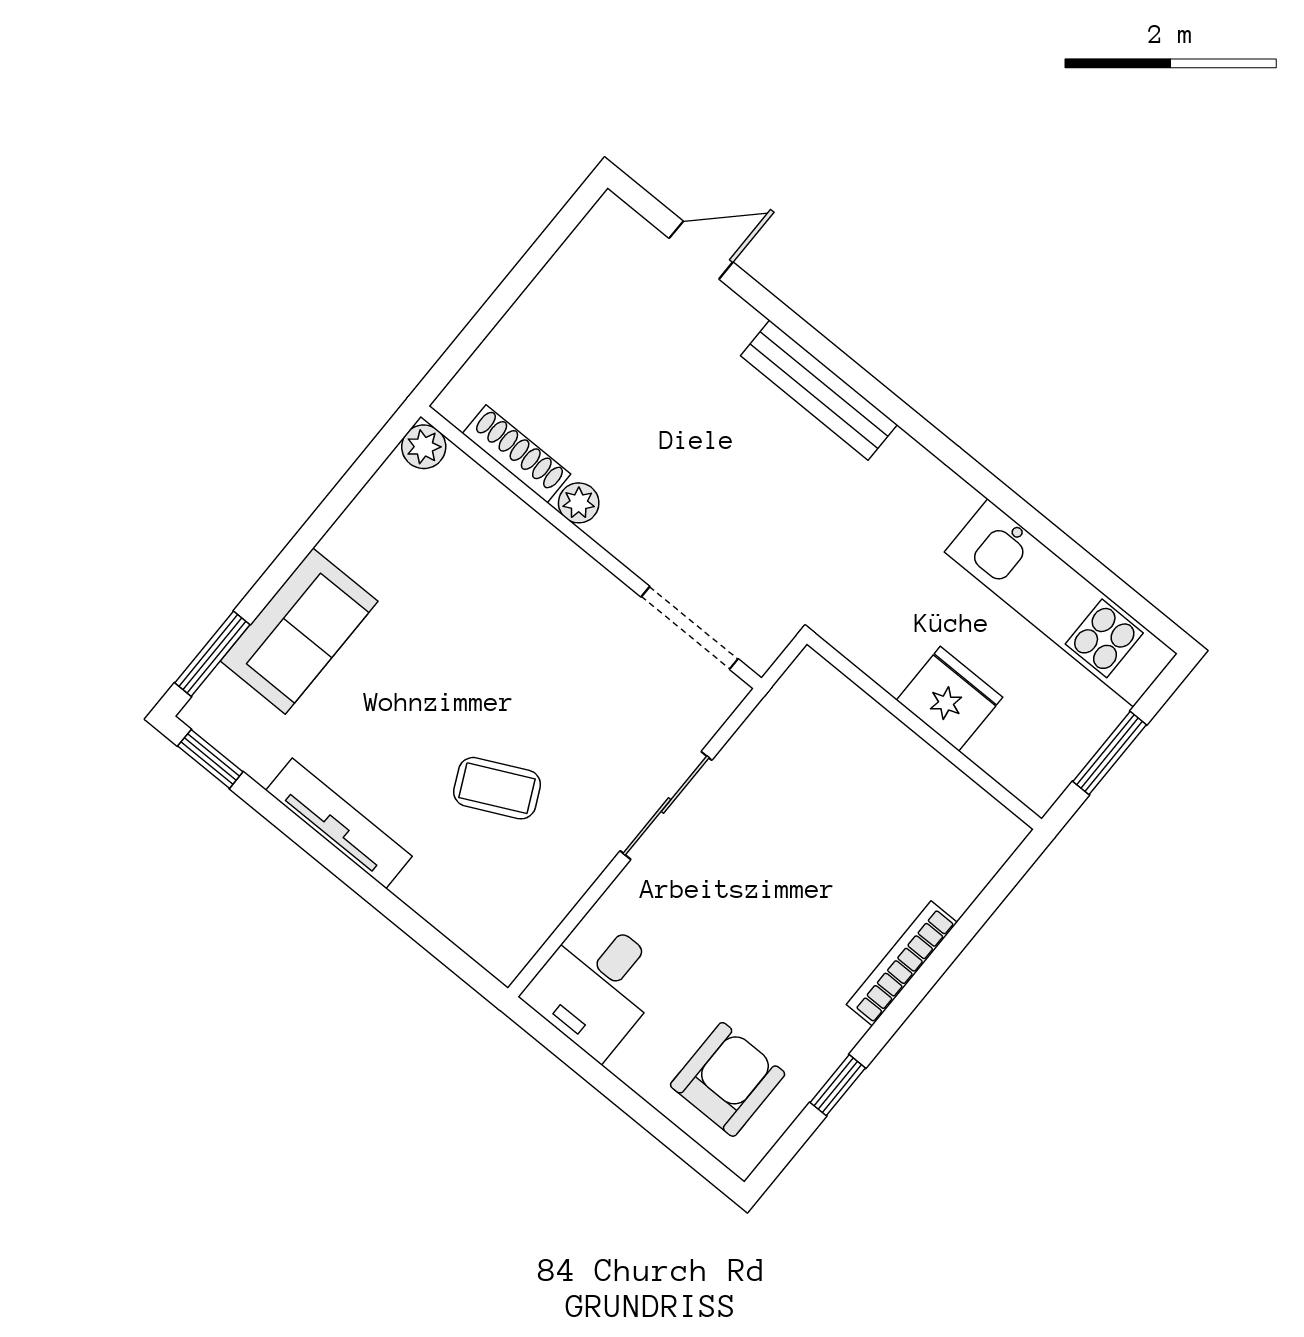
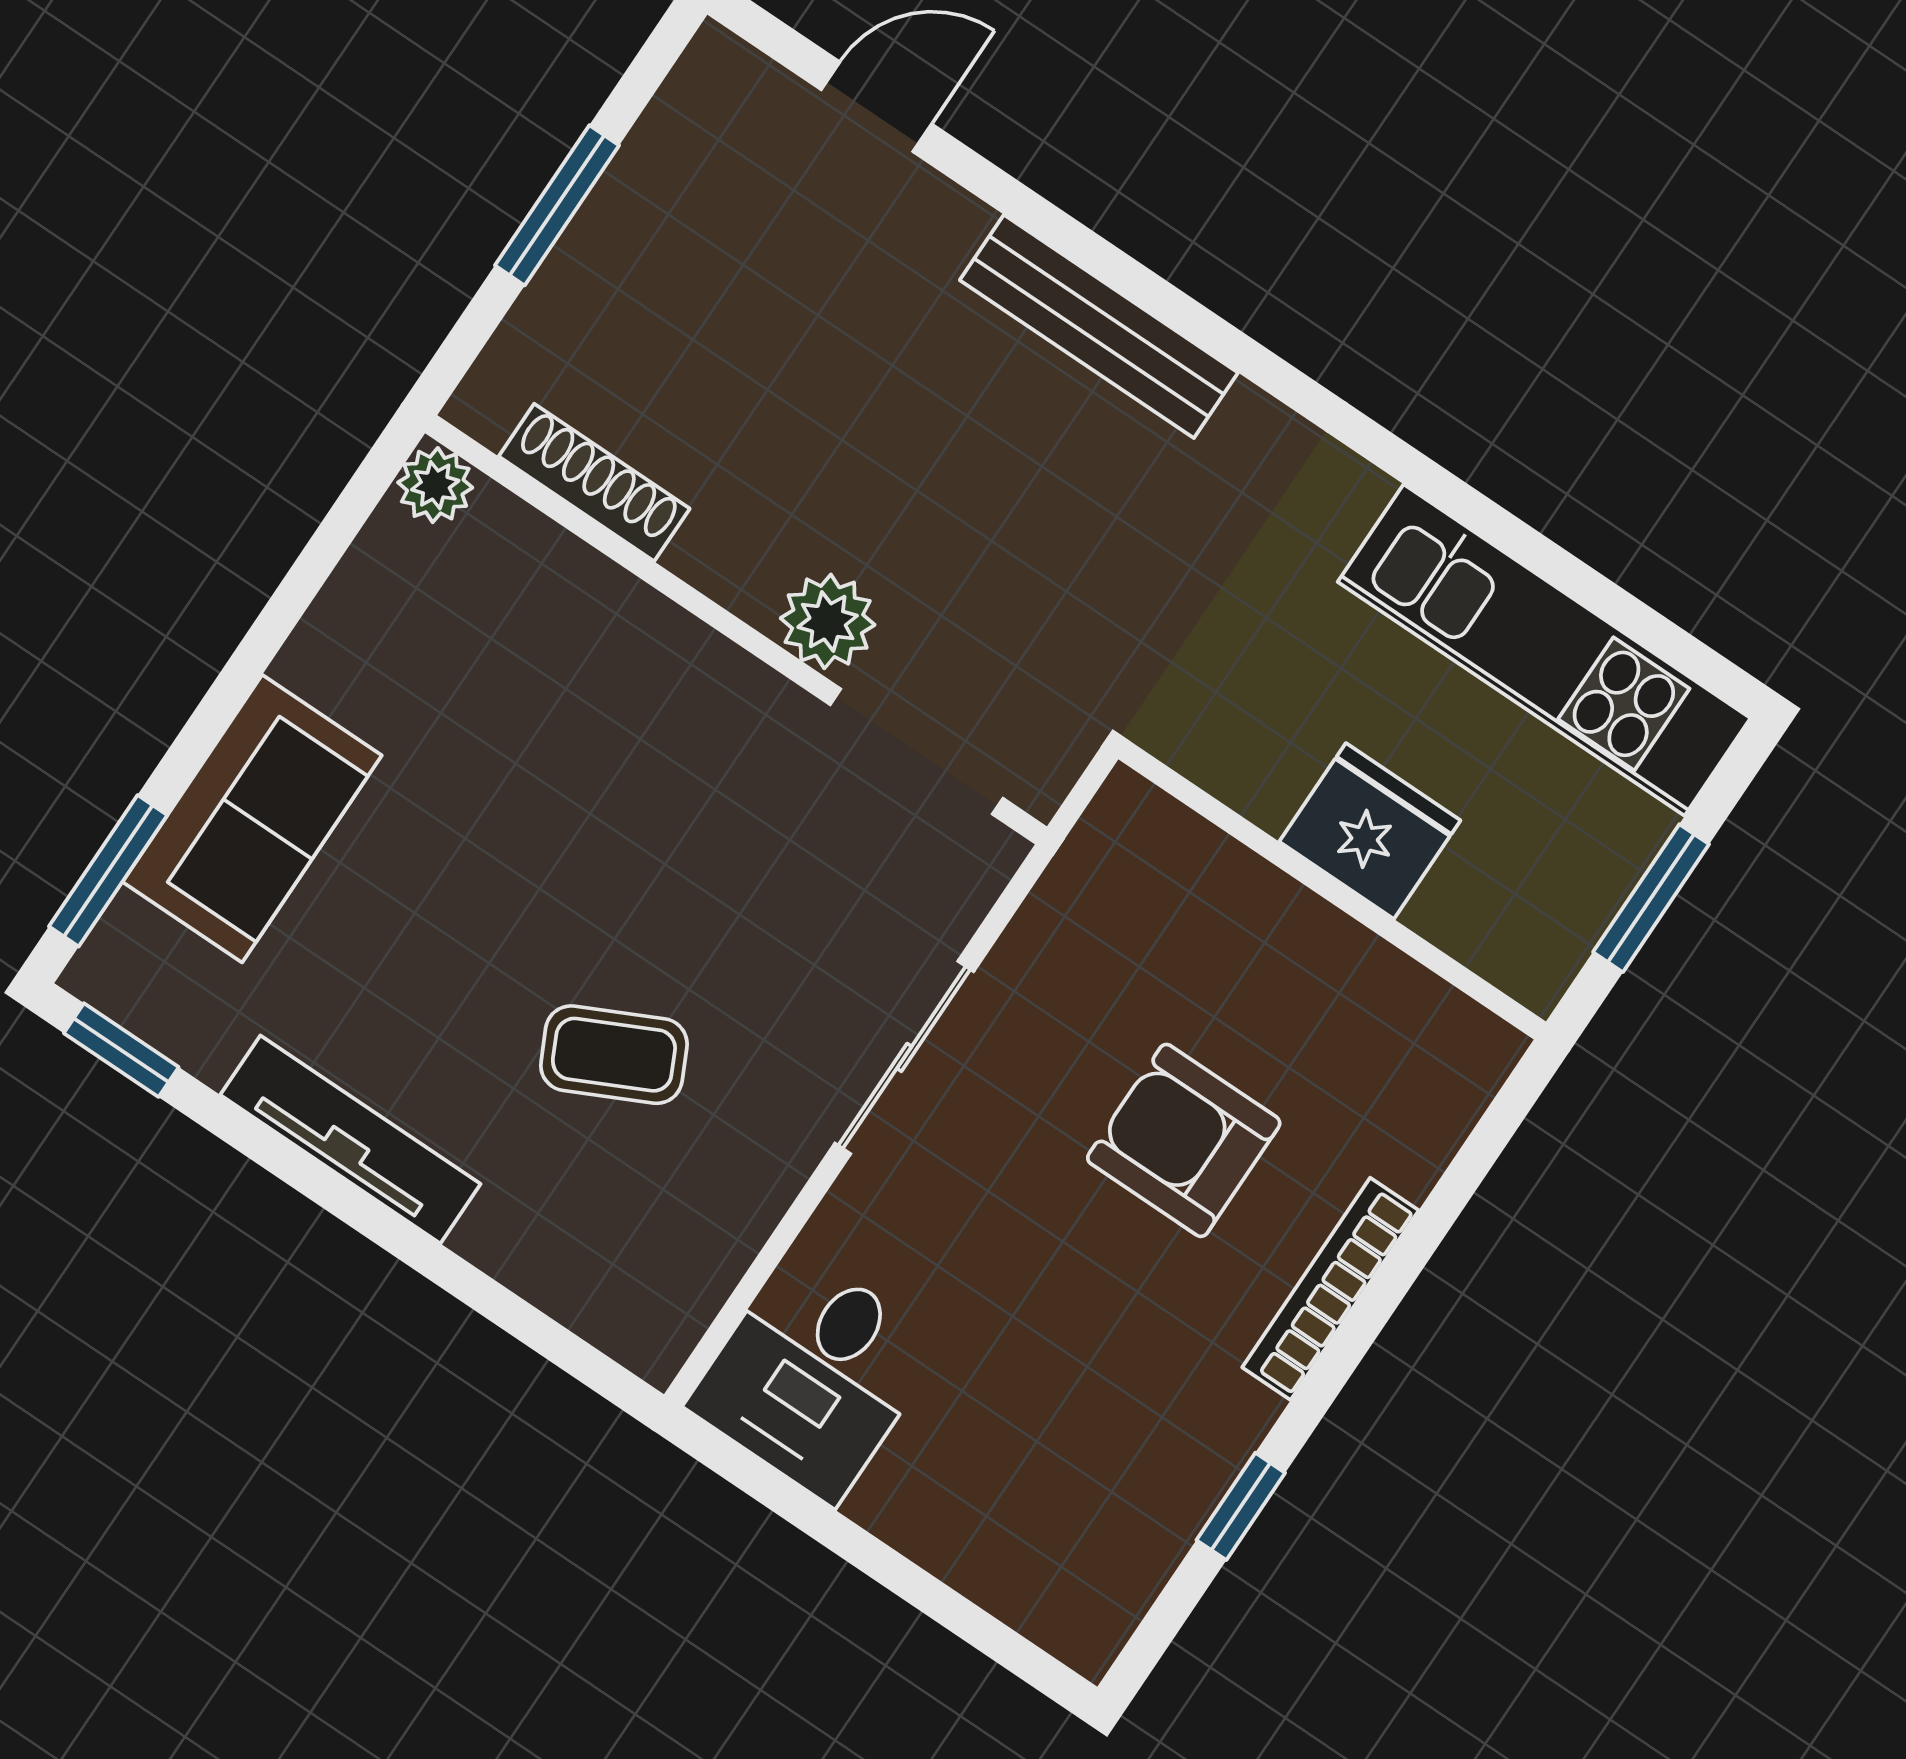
window: (510, 290) -> (557, 205), added
plant: (579, 503) -> (828, 621), moved, width x1.38, depth x1.38
armchair: (728, 1079) -> (1184, 1140), moved, turned -90

